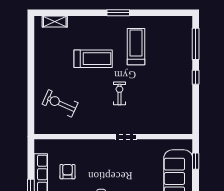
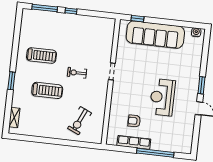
window: (118, 13) -> (11, 81), moved
treadmill: (136, 47) -> (41, 55), turned 180
treadmill: (93, 59) -> (47, 90), turned 90

